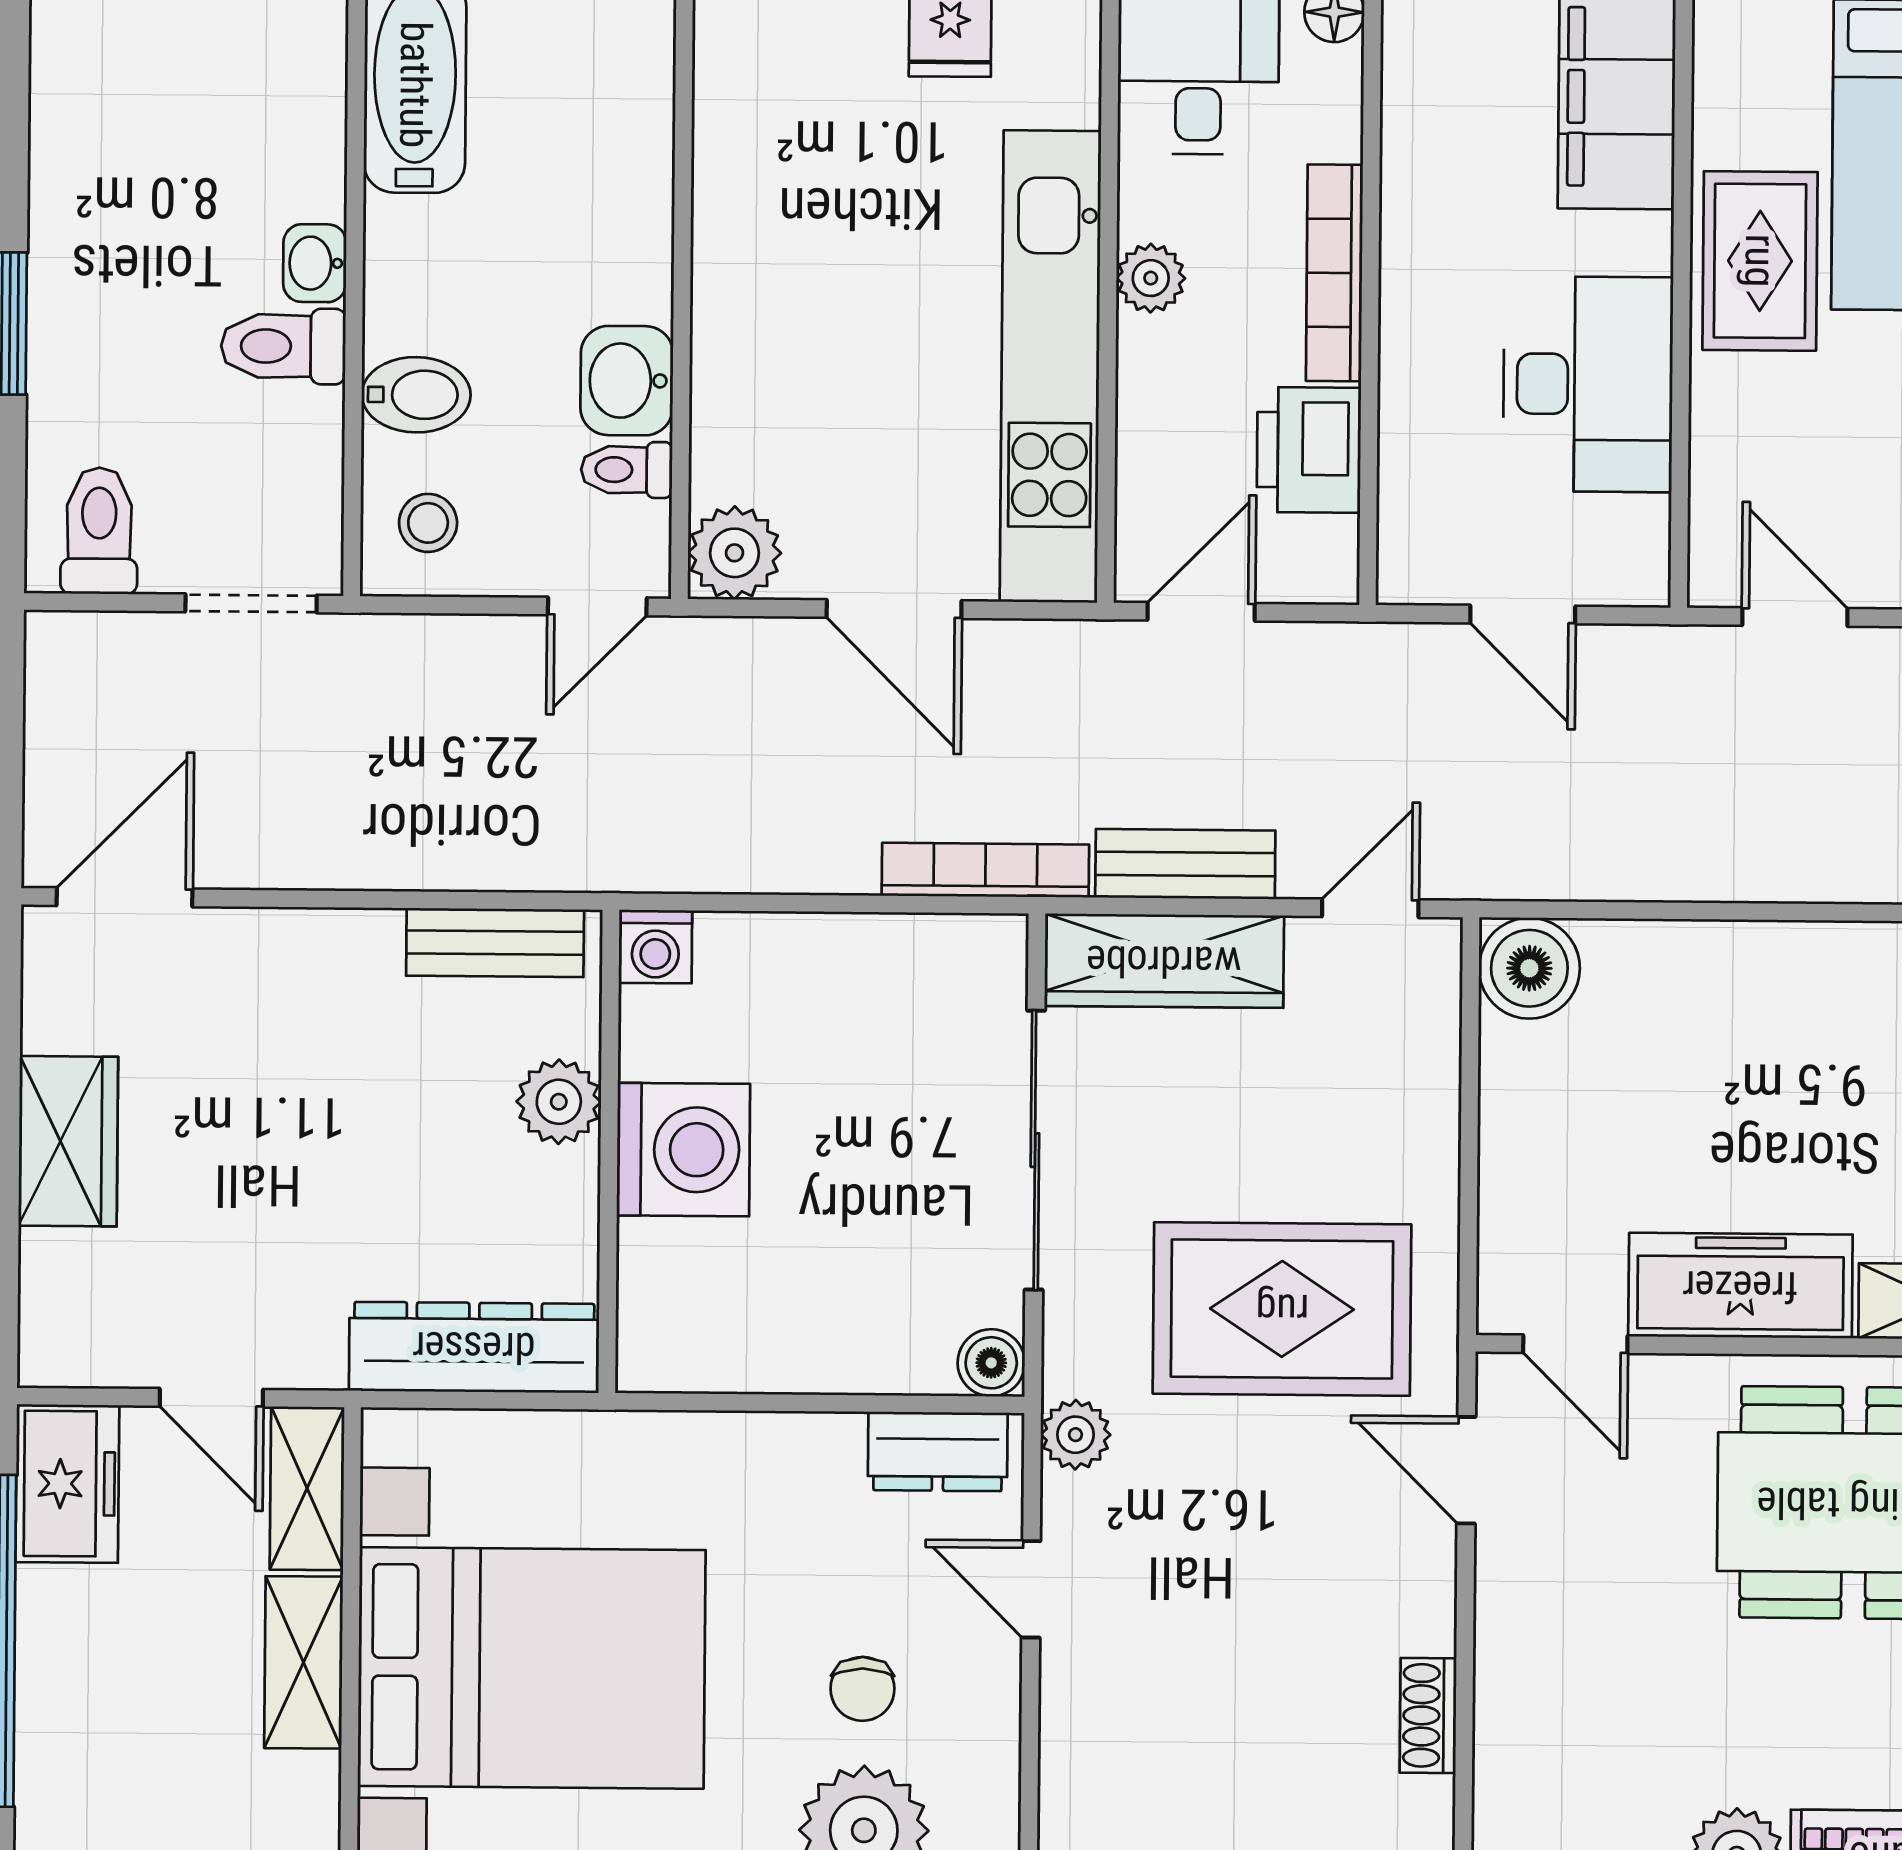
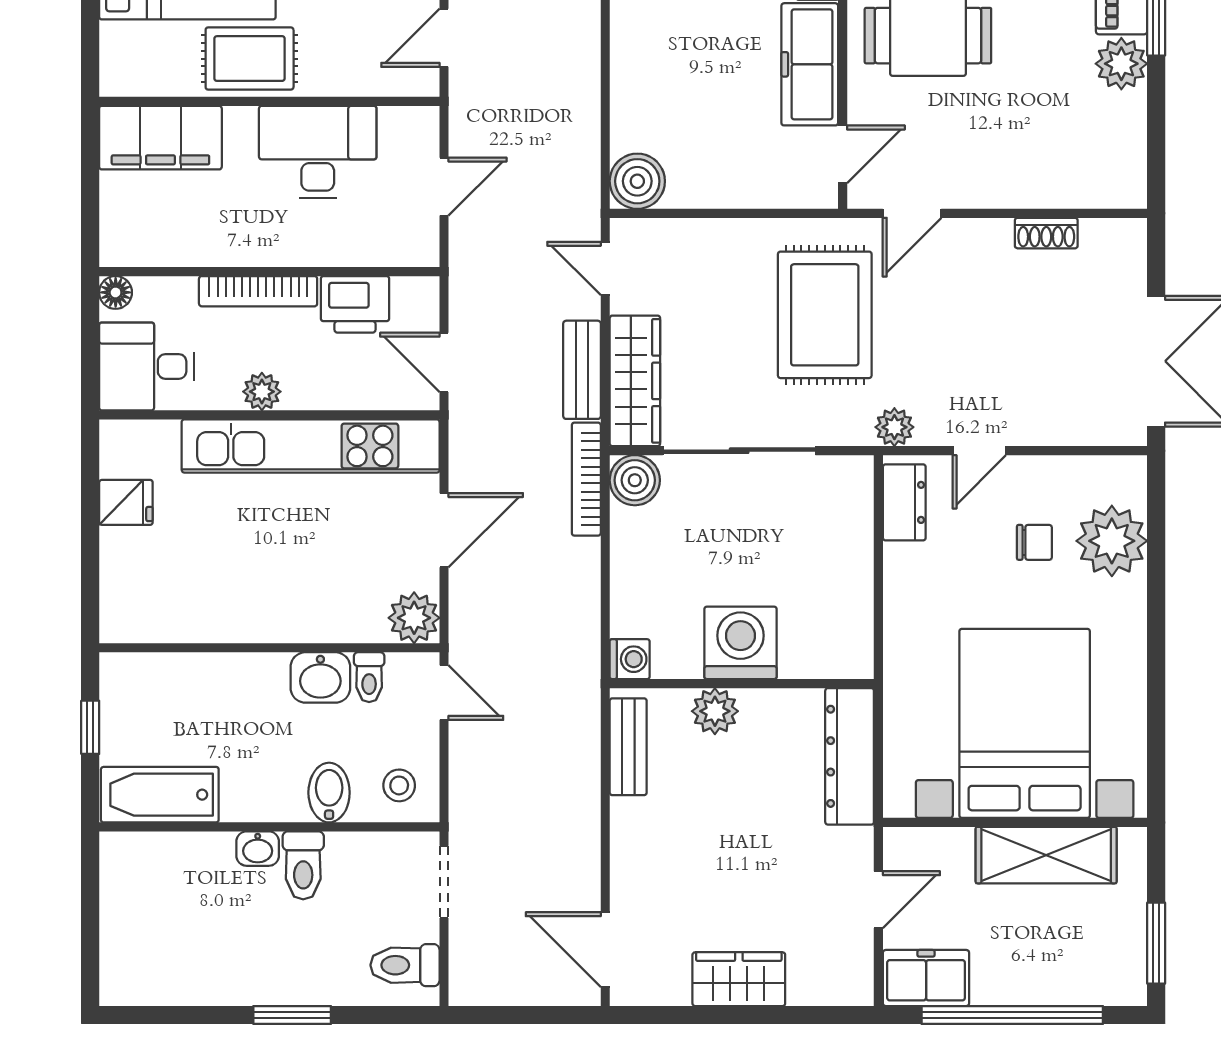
boiler: (991, 1363) -> (635, 480), moved, width x1.36, depth x1.36
shelving: (307, 1488) -> (927, 847), removed
shelving: (304, 1662) -> (1046, 855), width x1.50, depth x1.33

